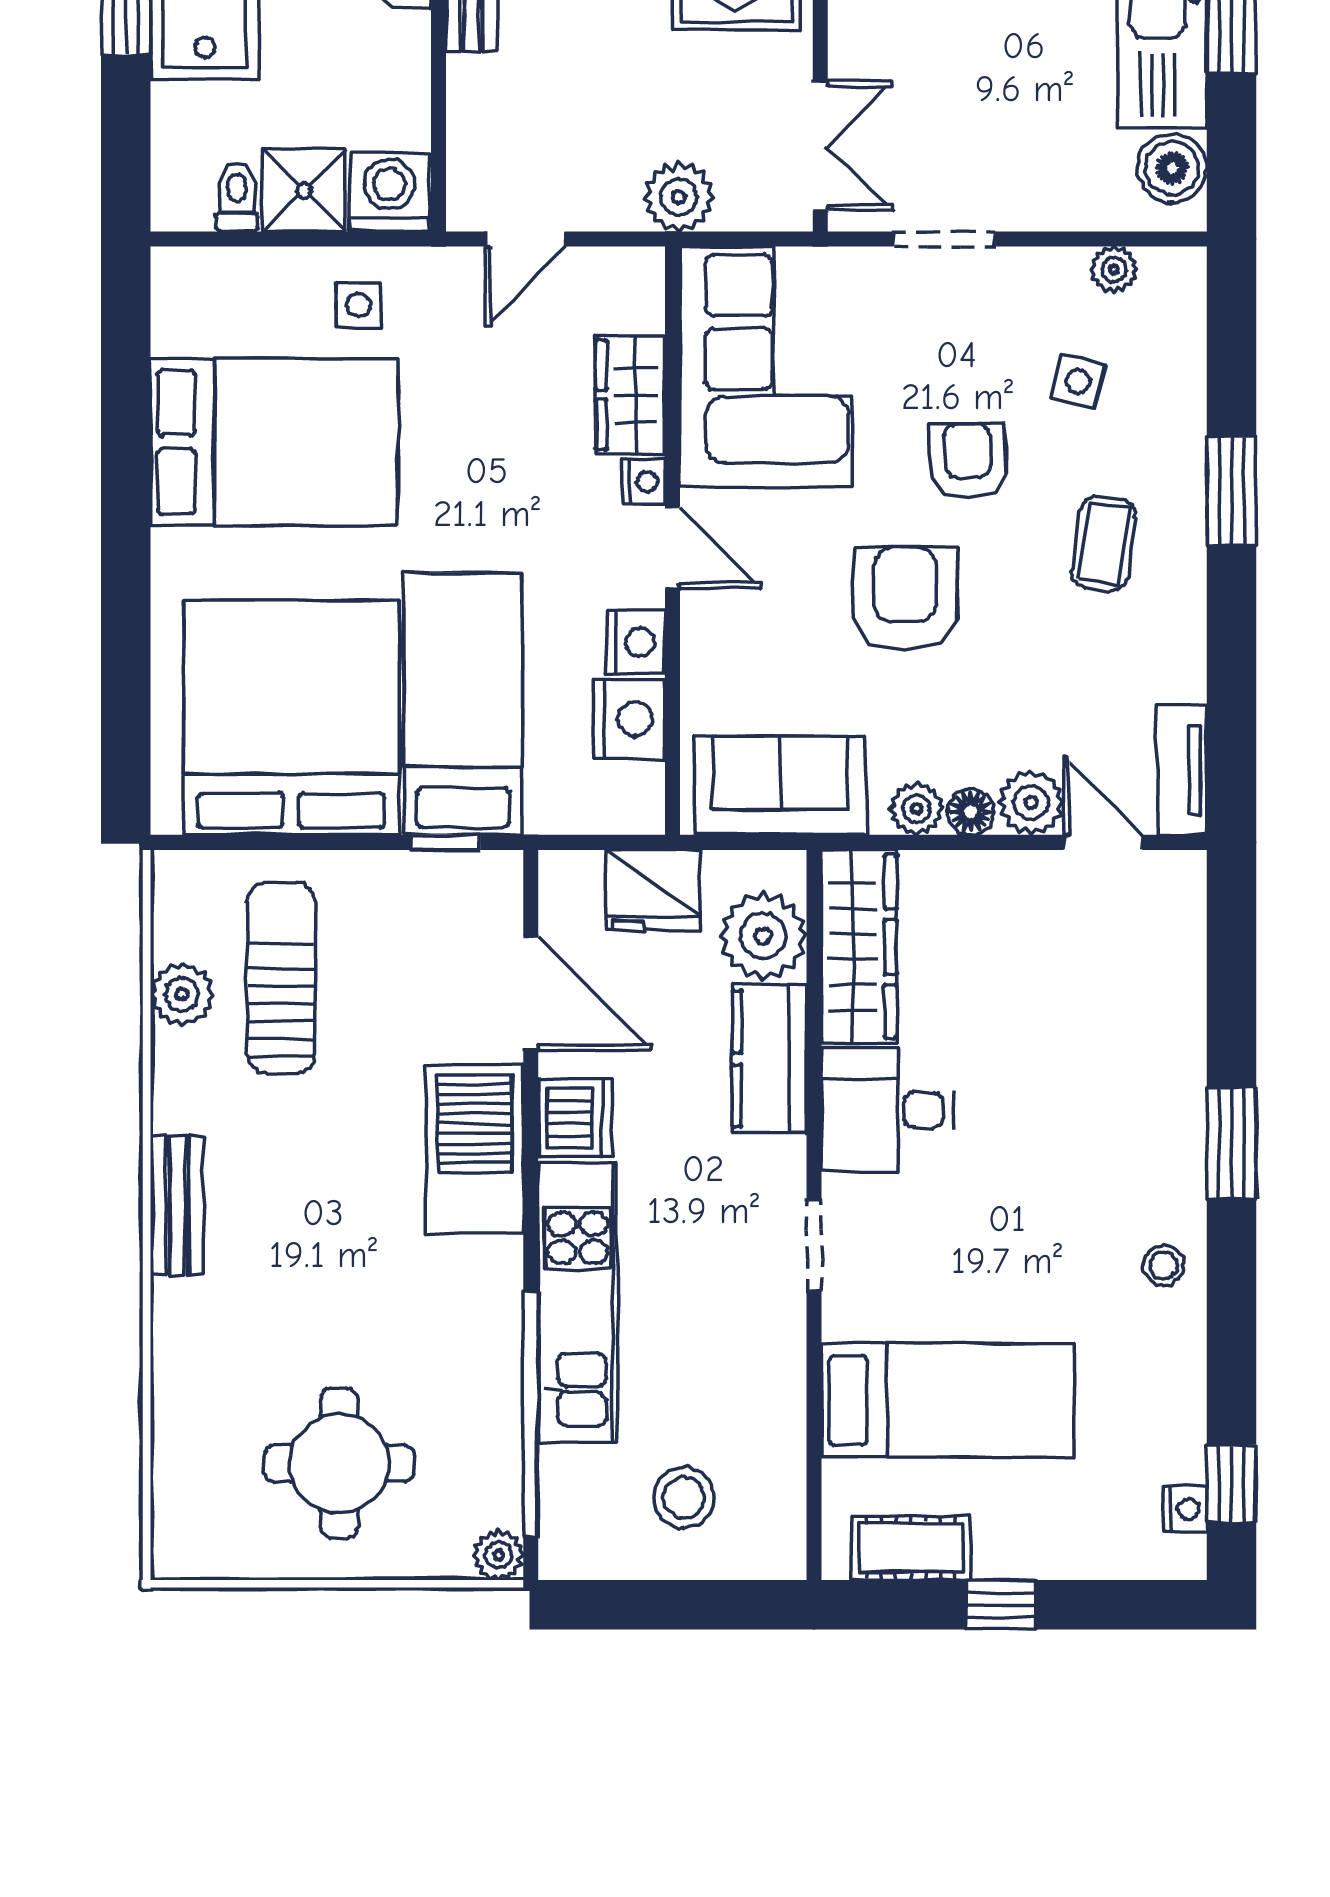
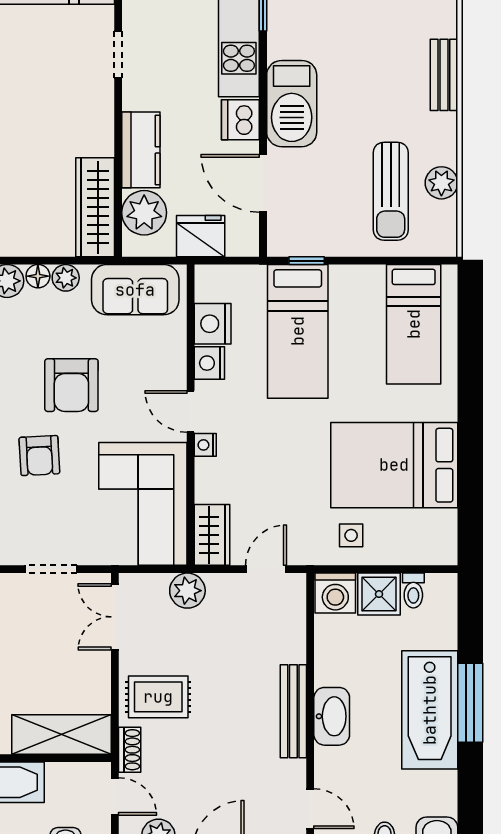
wardrobe: (630, 395) -> (212, 535), moved
bed: (291, 718) -> (414, 324), width x0.49
desk: (888, 1110) -> (80, 124), removed

